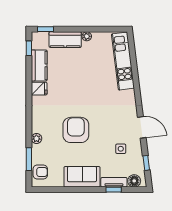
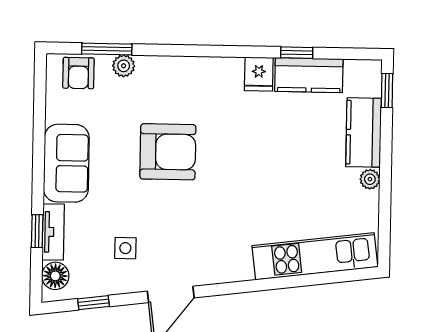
window: (29, 48) -> (297, 53), moved
plant: (36, 138) -> (124, 66), moved

